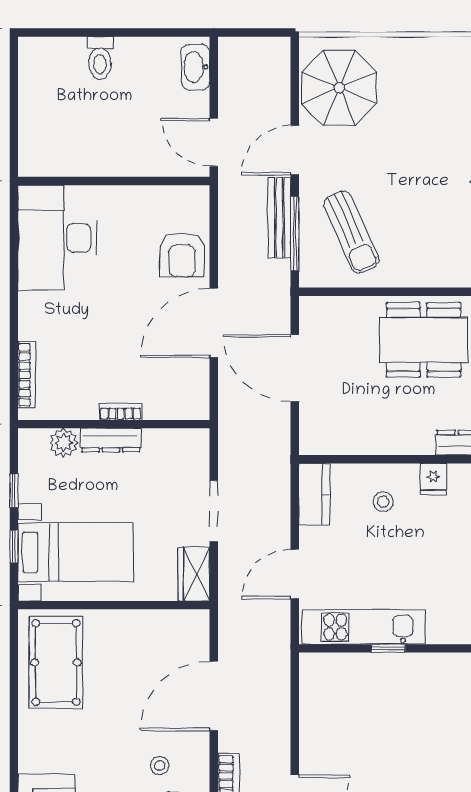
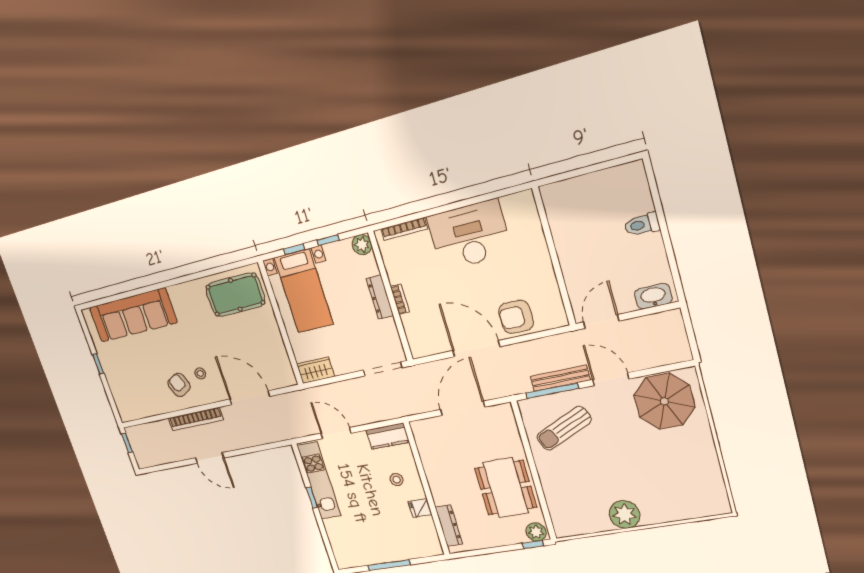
desk: (57, 238) -> (469, 235), moved
plant: (64, 443) -> (362, 245), moved
doorway: (214, 511) -> (383, 369), moved

